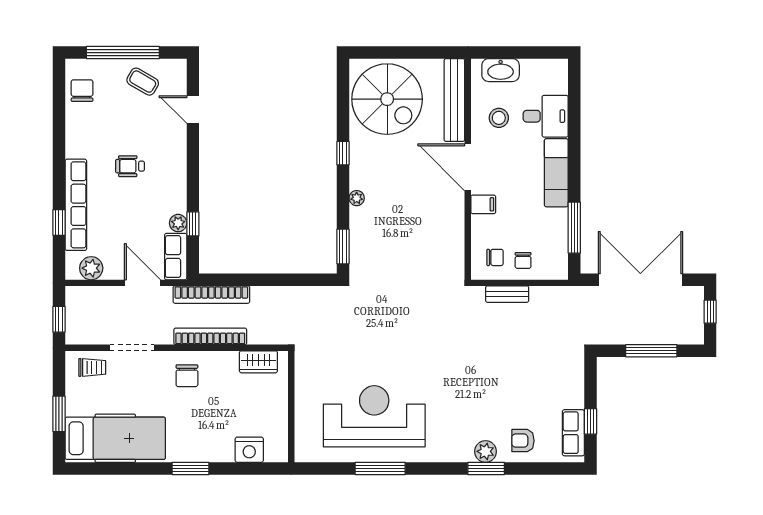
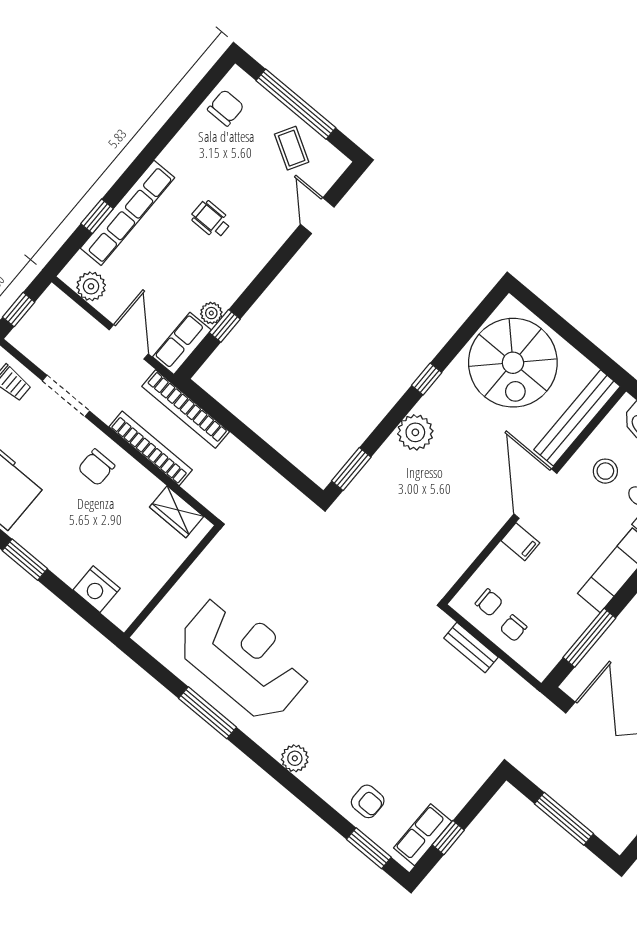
plant: (357, 198) -> (415, 432), width x1.87, depth x1.87
armchair: (523, 441) -> (368, 801), turned 180
plant: (486, 451) -> (295, 758), moved
window: (486, 468) -> (369, 848), moved

